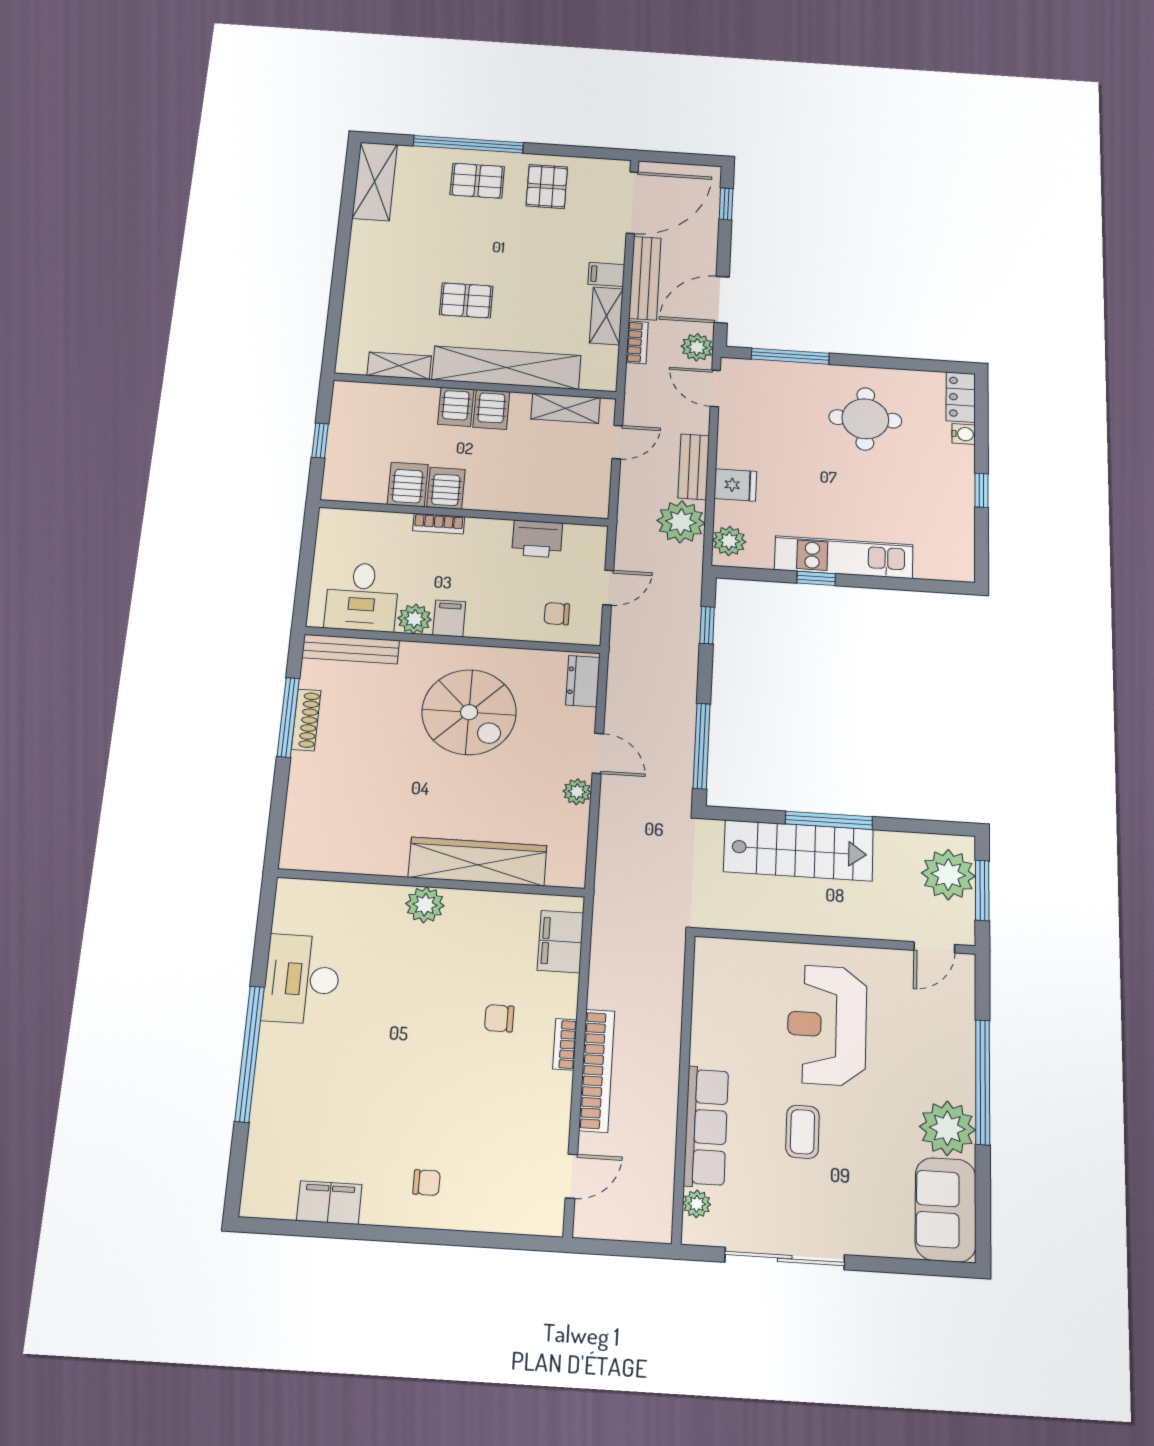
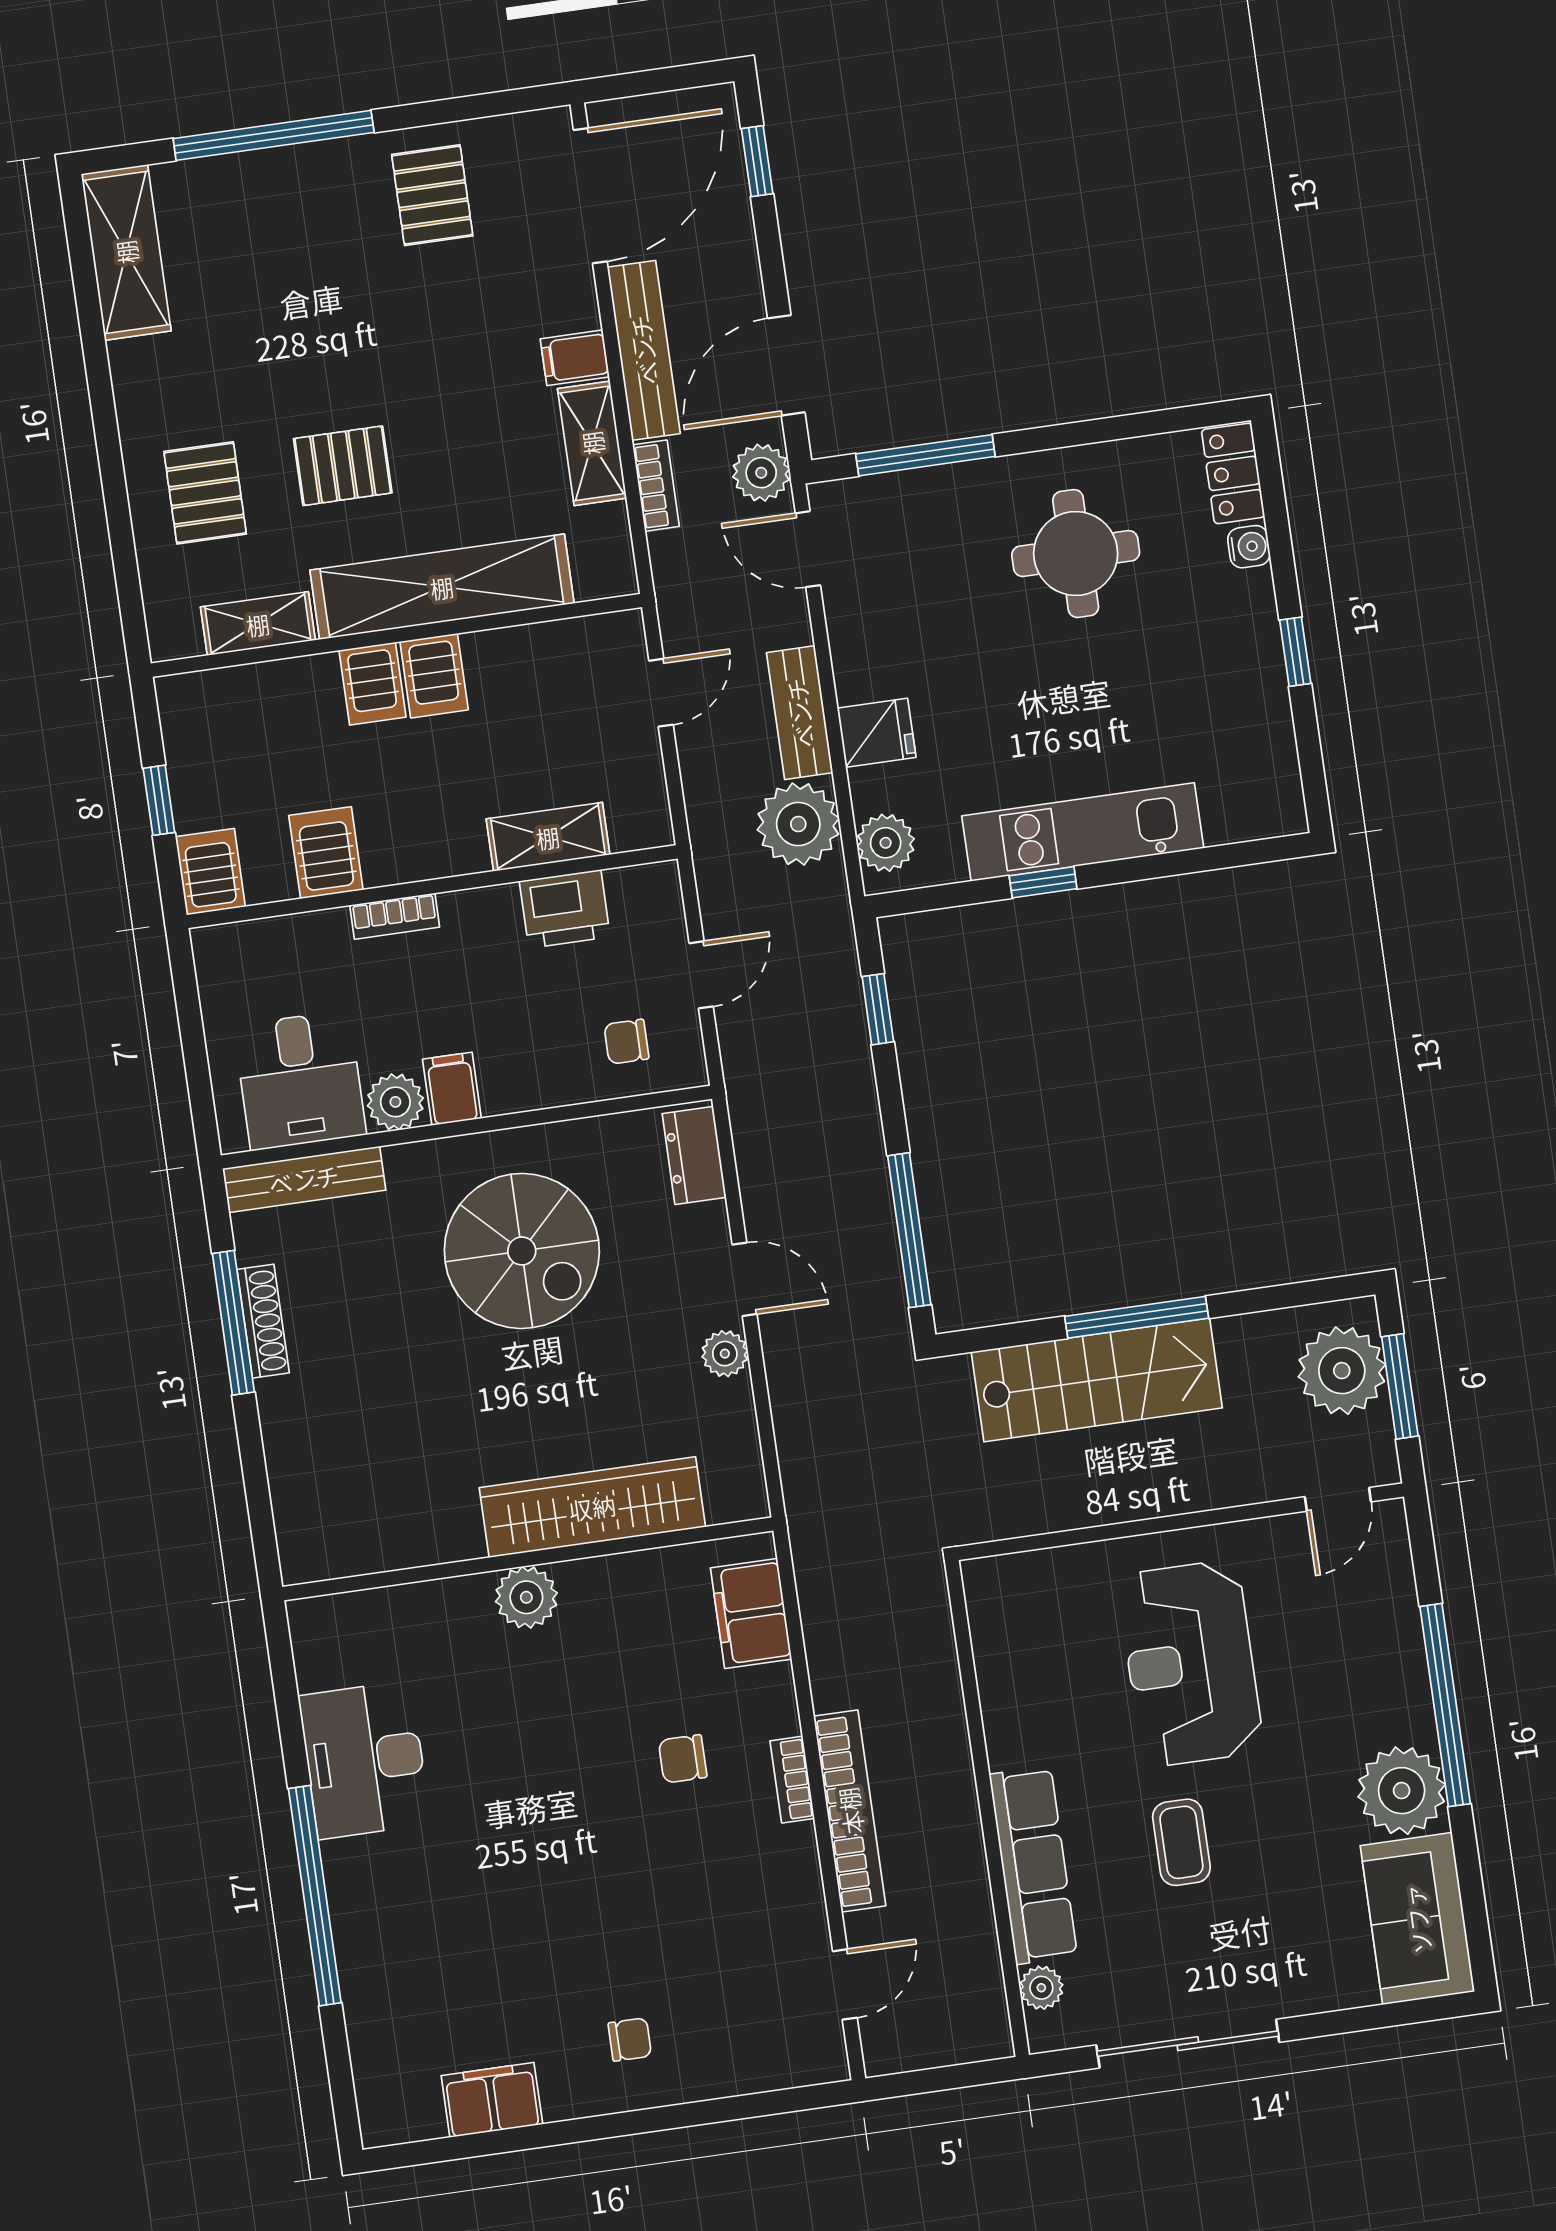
pallet: (477, 181) -> (205, 493), moved, turned 90
shelving: (566, 408) -> (548, 837), moved
server rack: (446, 488) -> (210, 872), moved

